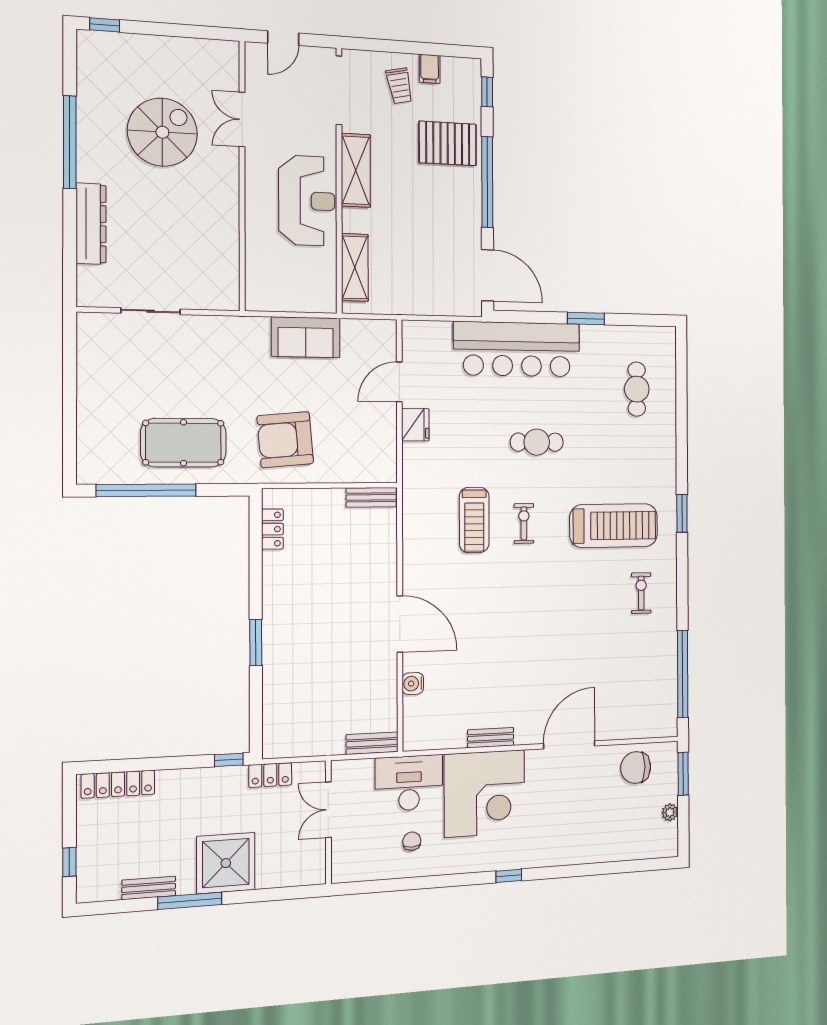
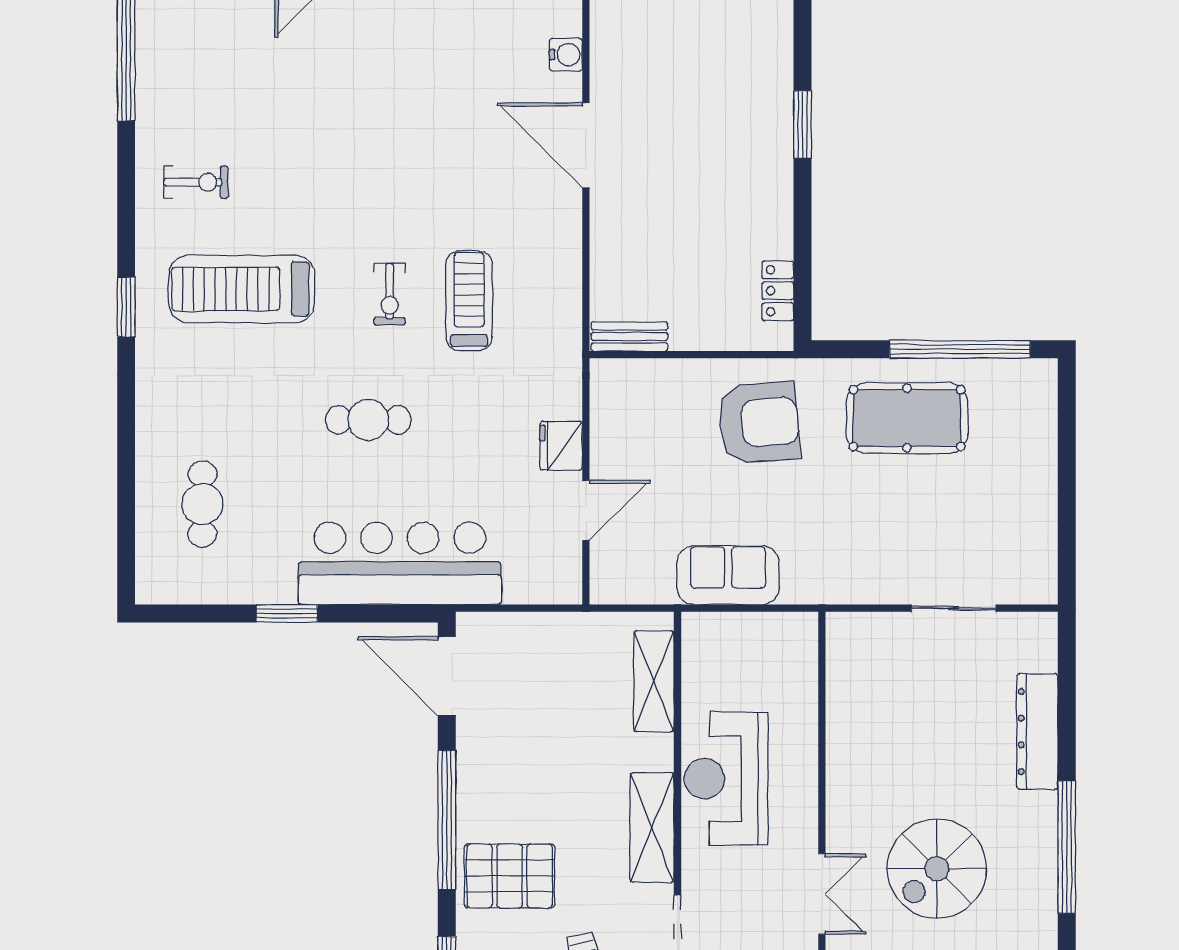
exercise bike: (641, 593) -> (196, 182), turned -90

